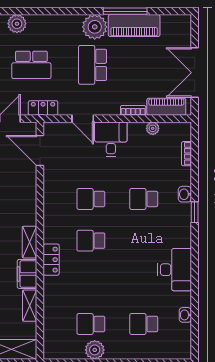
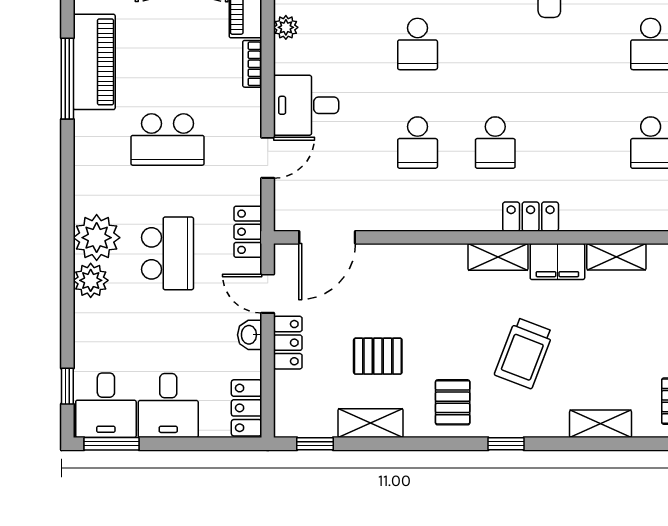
plant: (95, 27) -> (97, 238), moved

